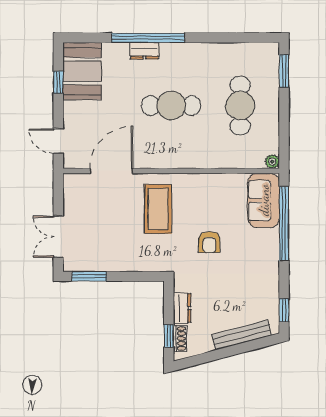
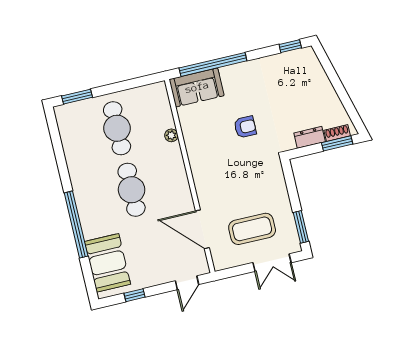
dresser: (144, 51) -> (88, 225), removed
booth: (82, 71) -> (107, 263), moved, turned 90
cafe table: (240, 106) -> (117, 128), turned 90
plant: (272, 162) -> (171, 135), moved
coffee table: (158, 209) -> (252, 229), moved
bench: (242, 335) -> (321, 79), removed
window: (169, 336) -> (337, 143), width x1.50

